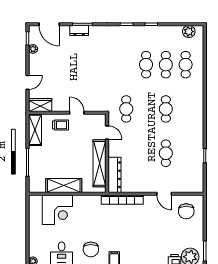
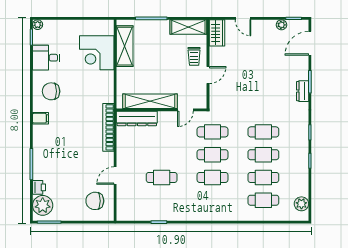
dresser: (79, 31) -> (303, 91), moved
cafe table: (126, 65) -> (263, 132), added
cafe table: (146, 109) -> (212, 155), added
shelving: (64, 185) -> (125, 46), moved

